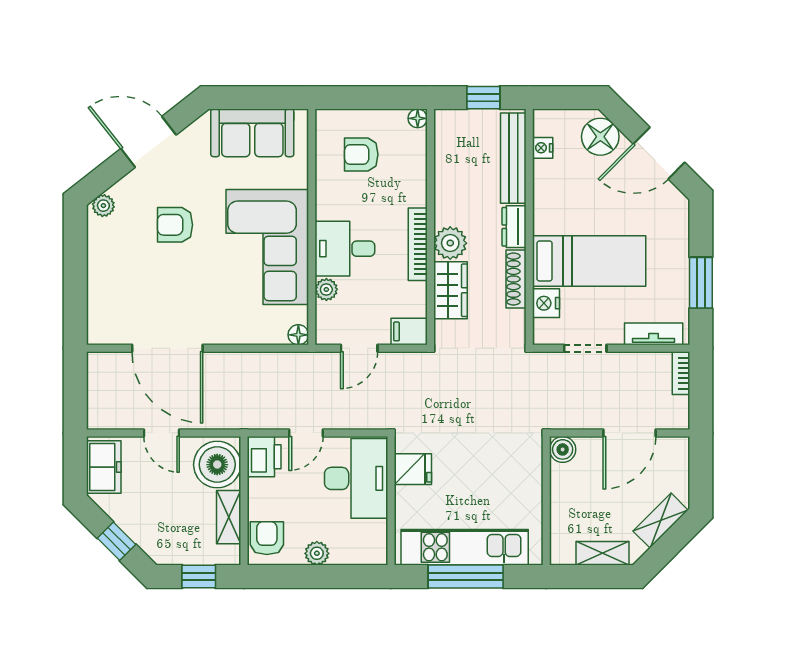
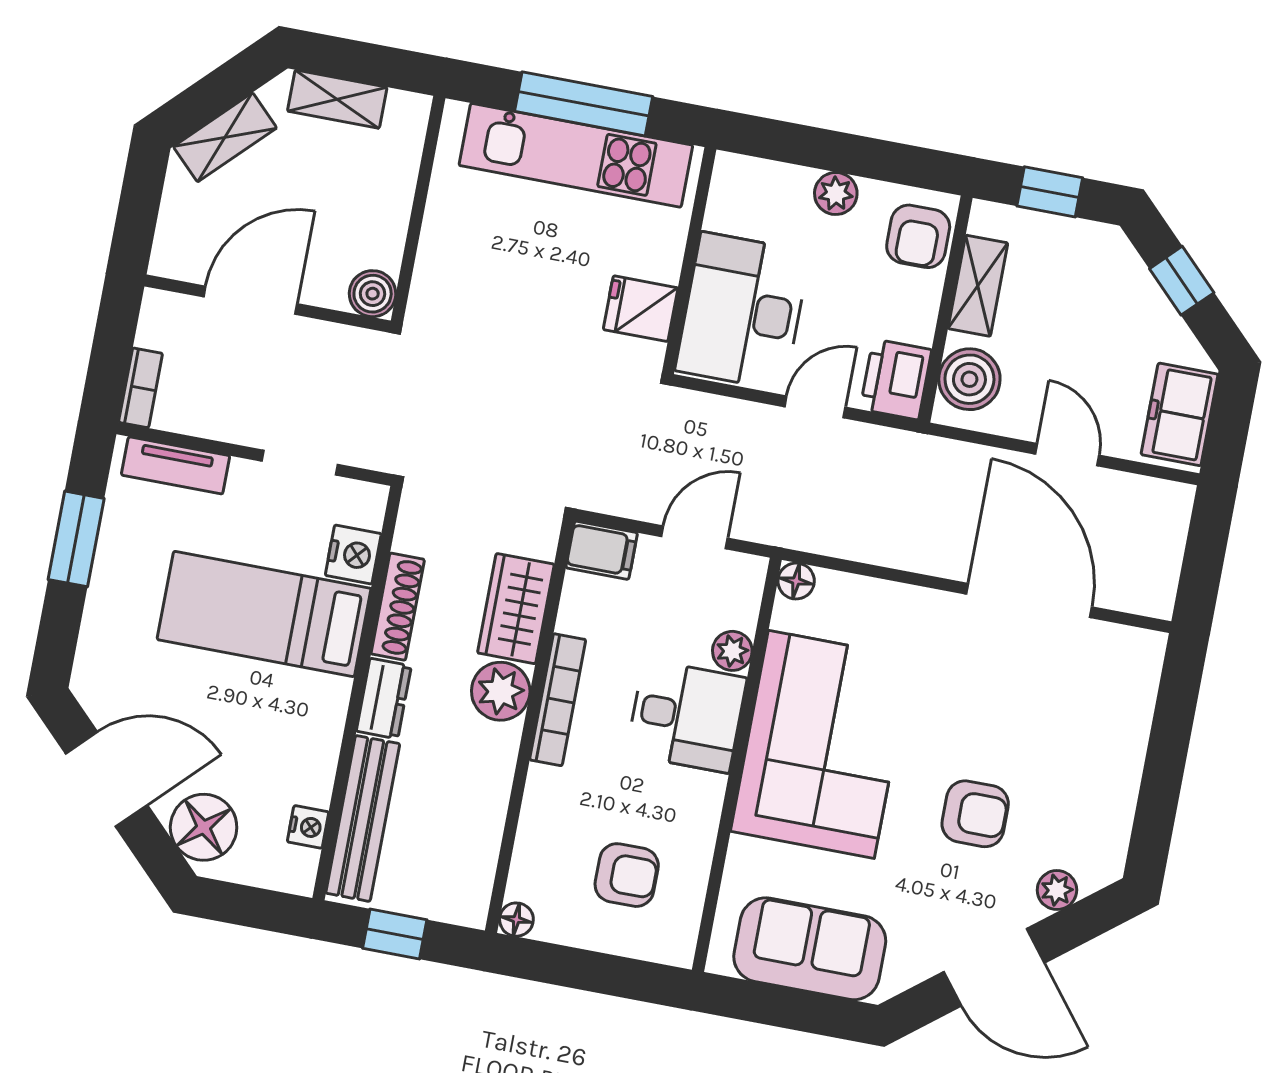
plant: (103, 206) -> (1057, 890), moved
boiler: (217, 465) -> (969, 379), width x0.73, depth x0.73

